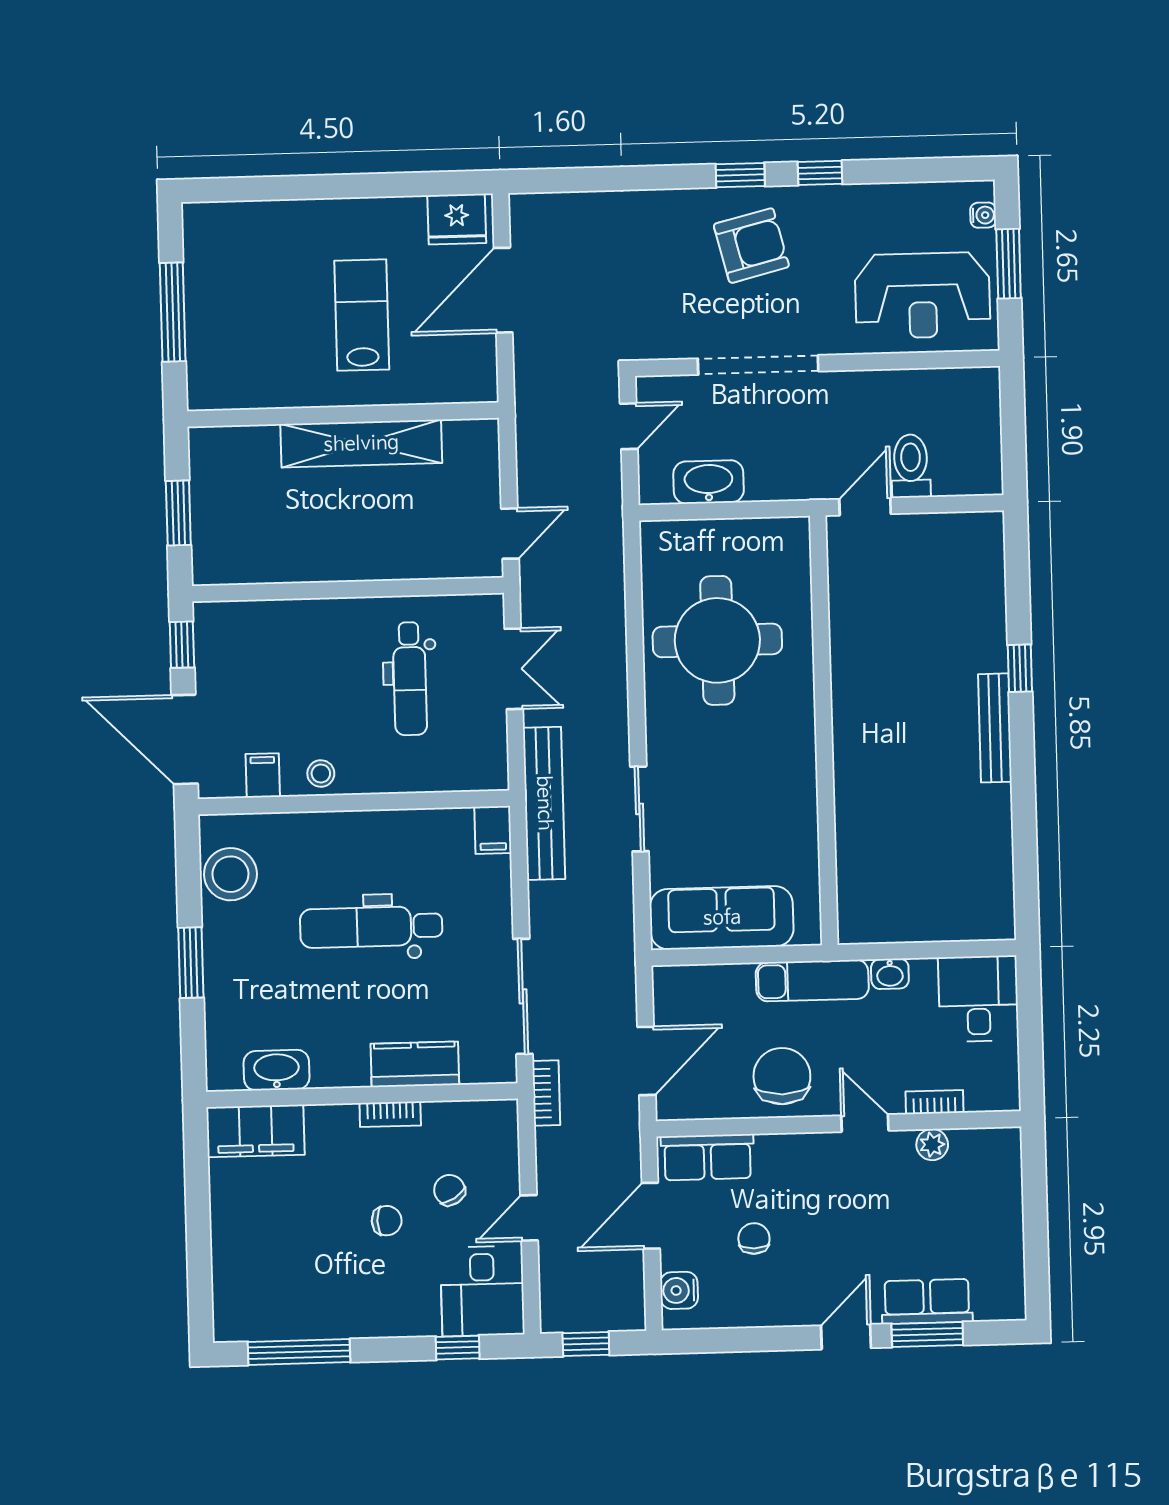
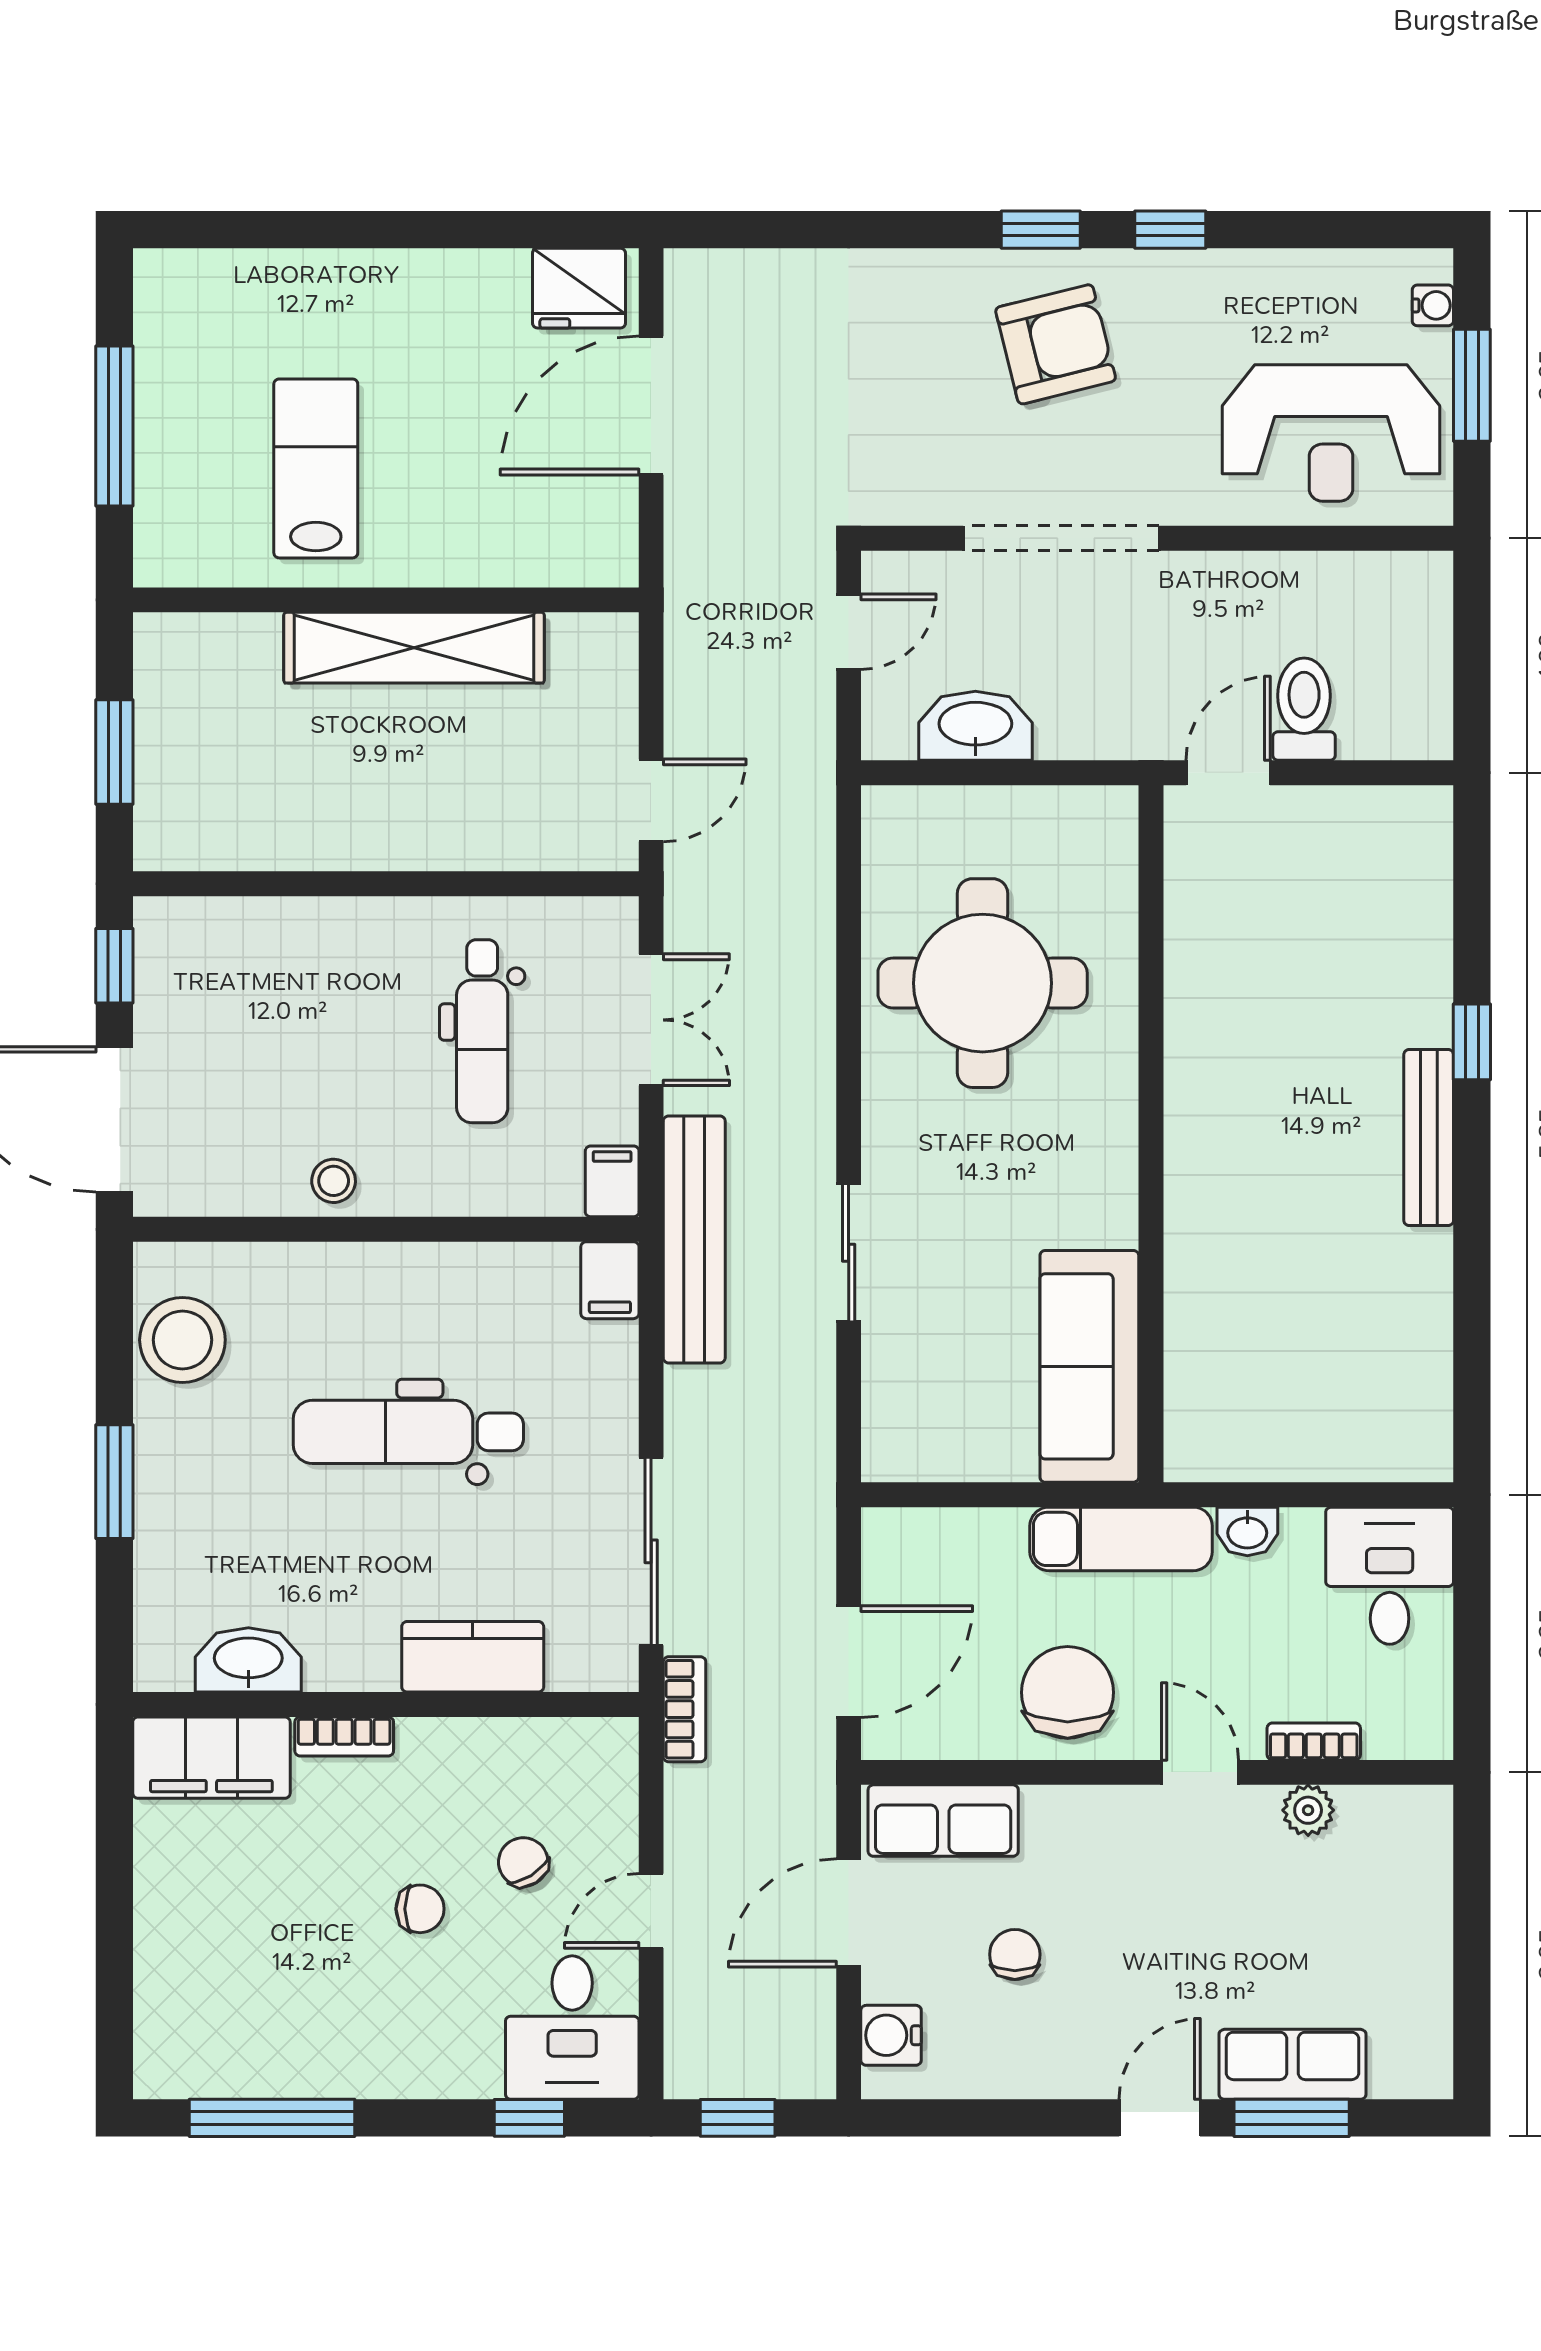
lab bench: (362, 315) -> (316, 468), moved
filing cabinet: (263, 775) -> (612, 1181), moved
sofa: (722, 918) -> (1089, 1366), moved, turned -90
bookcase: (390, 1114) -> (344, 1736), moved

